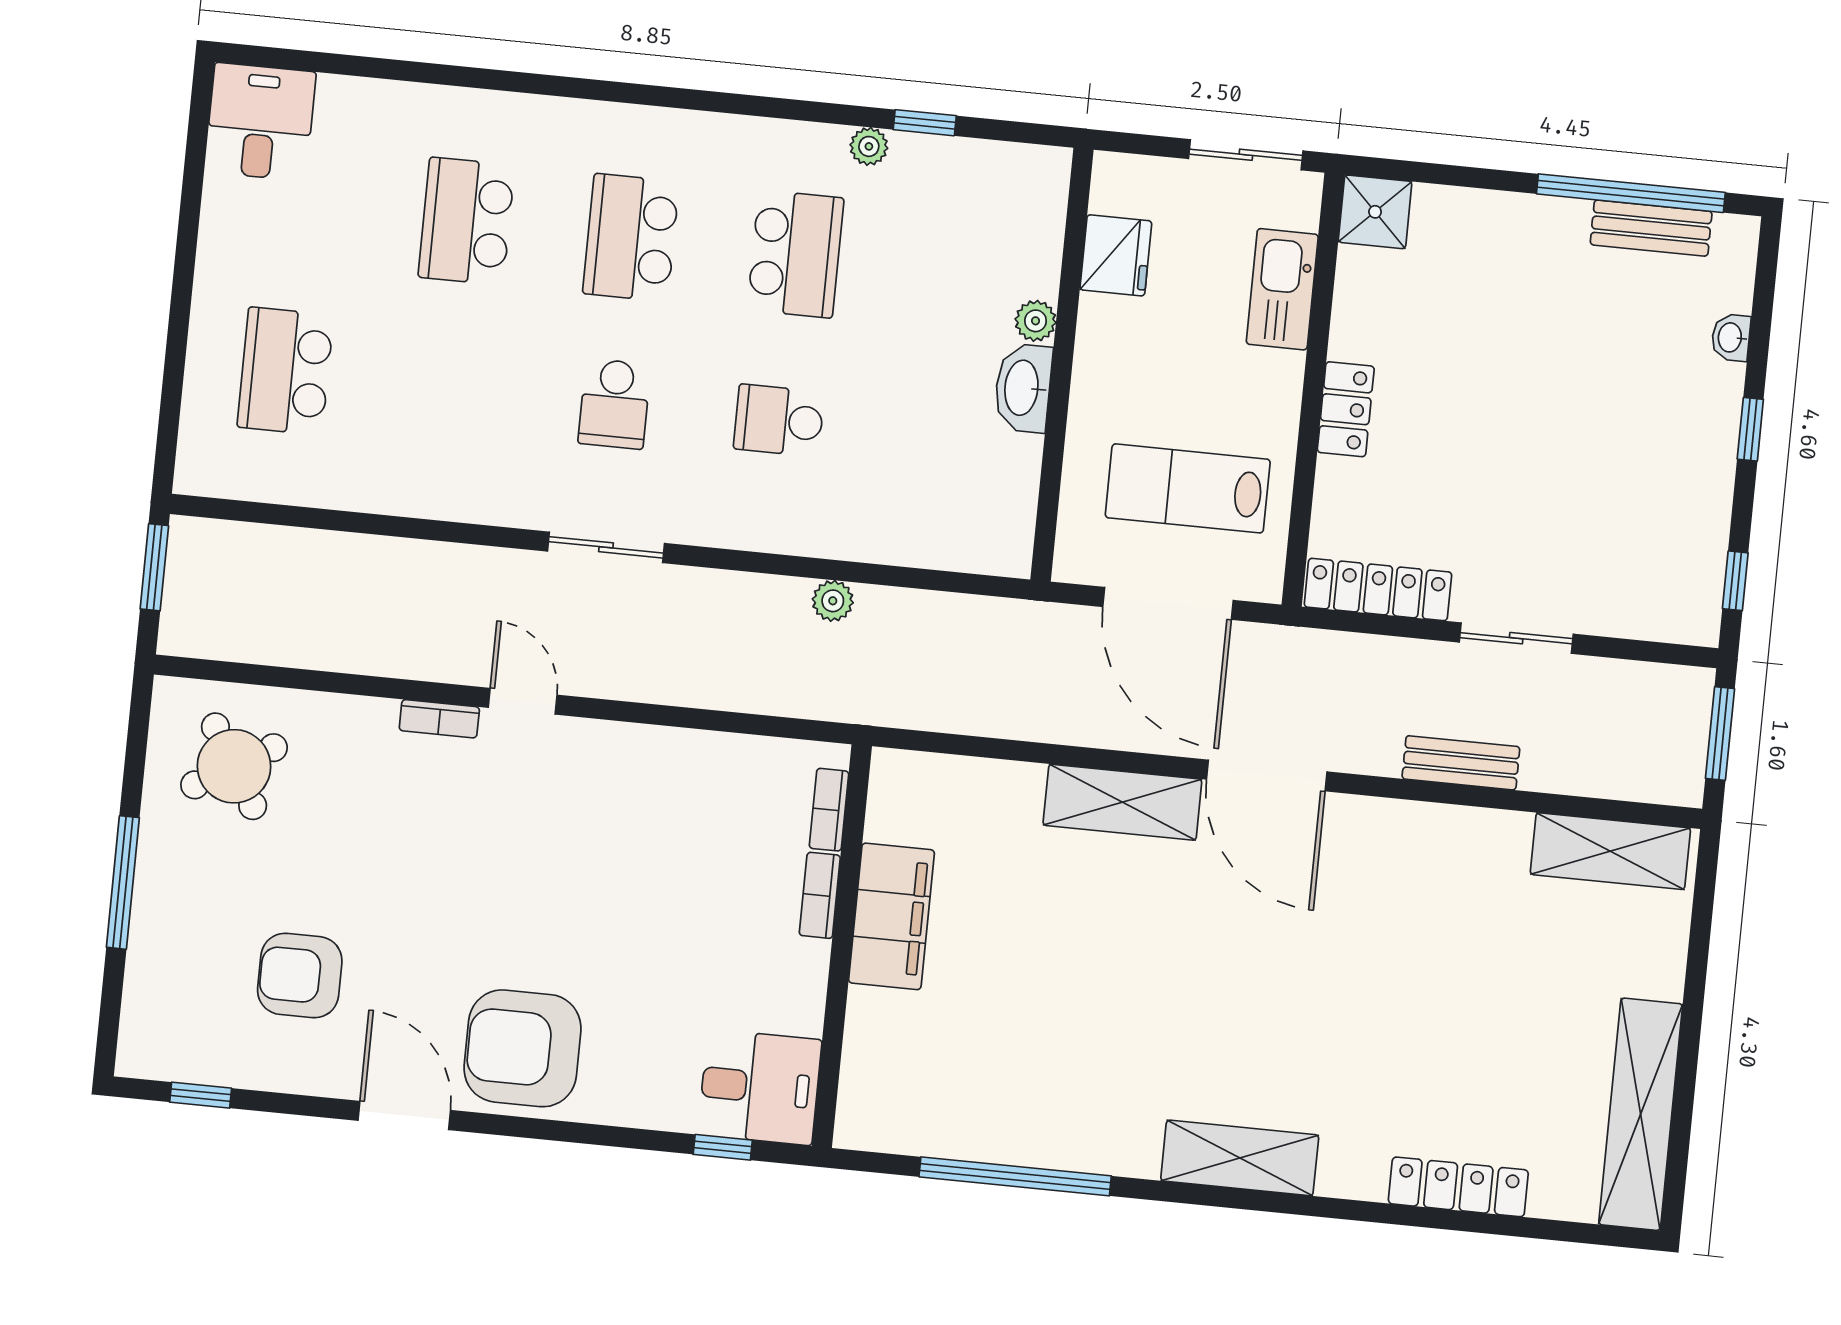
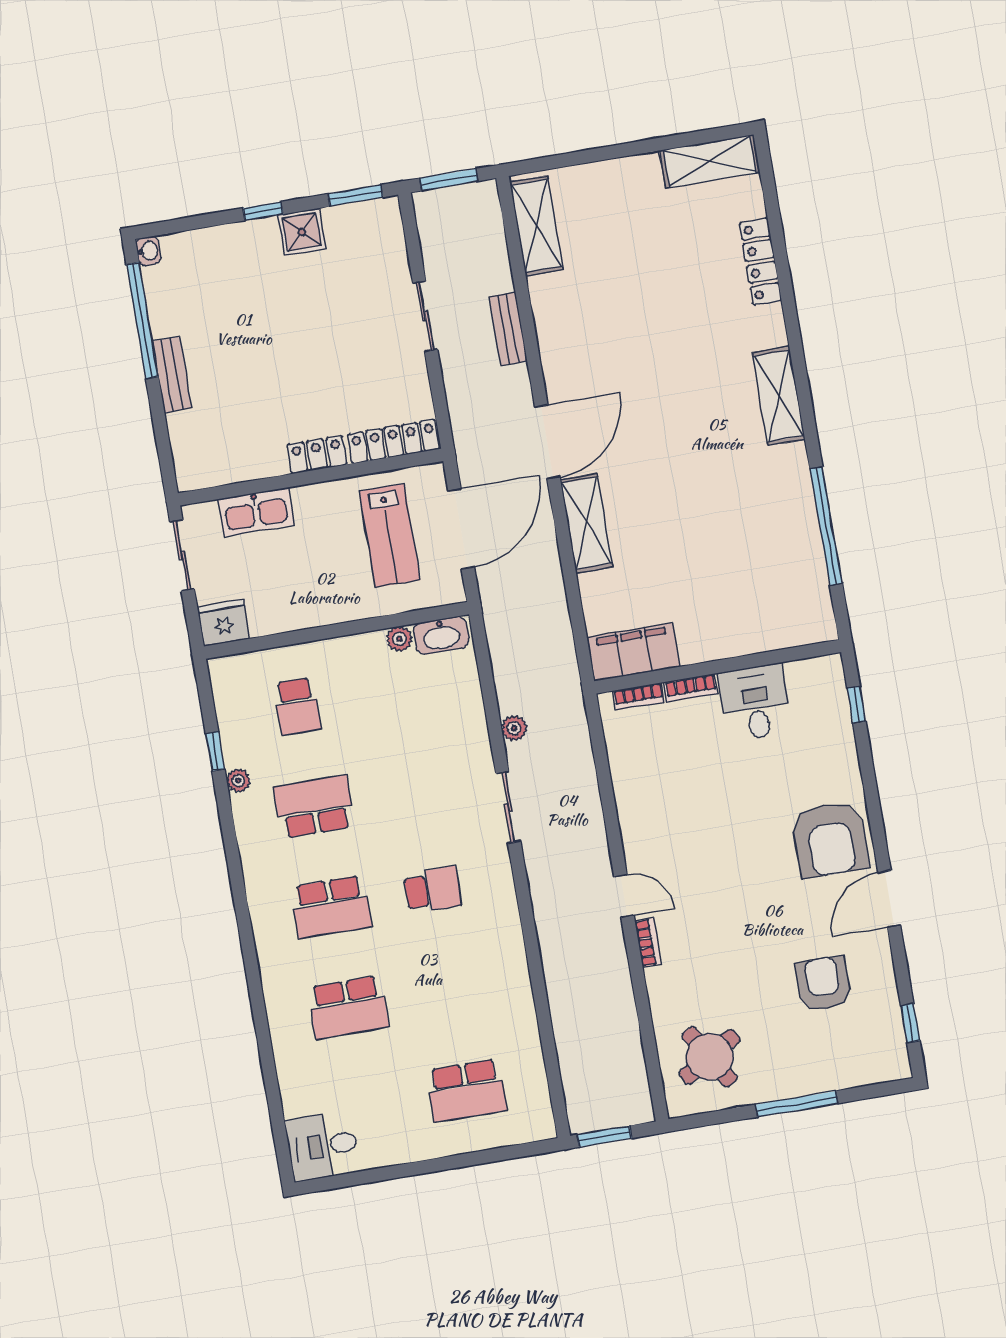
shower: (1375, 212) -> (302, 232), moved
bench: (1651, 228) -> (172, 375), moved
fridge: (1116, 255) -> (223, 623), moved
plant: (1035, 321) -> (399, 639), moved
washbasin: (1731, 338) -> (148, 251), moved, turned -90
washbasin: (1023, 388) -> (441, 635), moved
school desk: (779, 420) -> (297, 706), moved
sliding door: (606, 547) -> (508, 807), moved
window: (1735, 581) -> (355, 195), width x1.50
locker: (1378, 589) -> (394, 441), moved, turned 90
door: (523, 701) -> (624, 896), swing flipped
filing cabinet: (891, 916) -> (634, 652), moved
armchair: (300, 976) -> (823, 984), turned 180
desk: (760, 1087) -> (755, 703), moved
shelving: (1641, 1114) -> (710, 161), width x0.68

